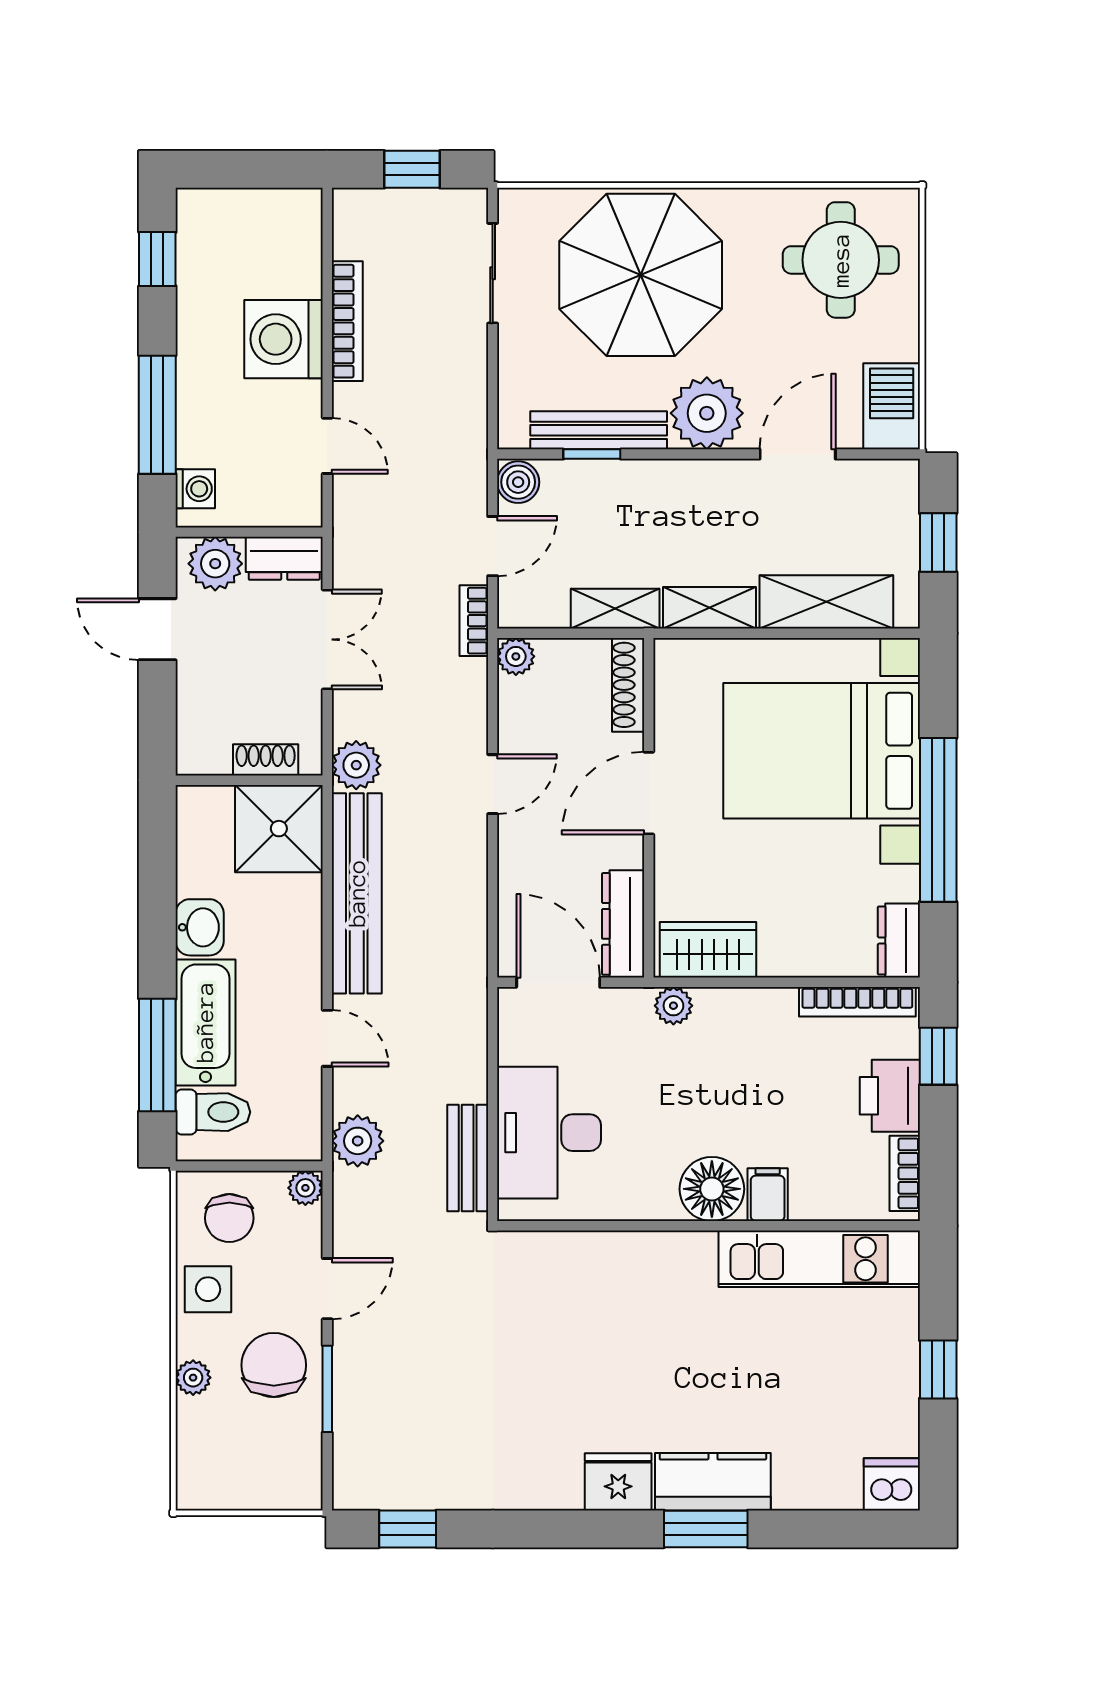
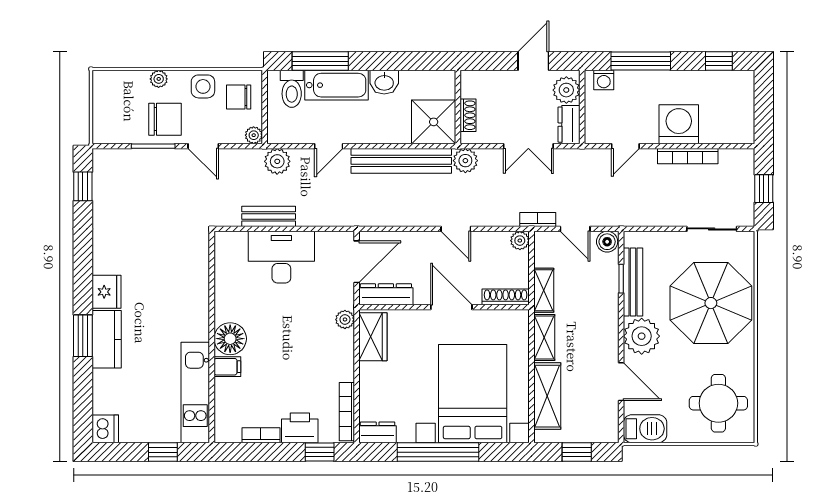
floor lamp: (712, 1189) -> (230, 339), moved
filing cabinet: (768, 1195) -> (227, 367), moved
wall: (708, 1226) -> (212, 337), moved
kitchen unit: (819, 1259) -> (195, 392), moved

